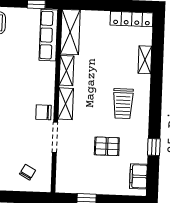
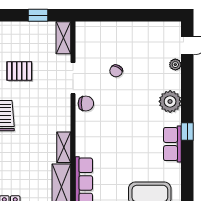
shelving: (66, 104) -> (63, 38), moved
chair: (28, 172) -> (116, 71), moved

